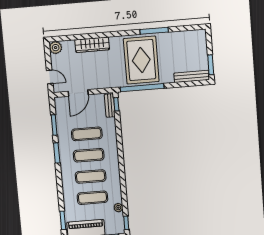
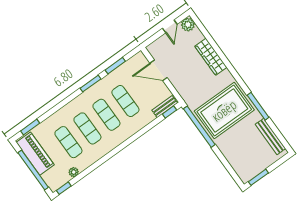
bench: (192, 76) -> (270, 136), moved
door: (50, 77) -> (170, 26), moved

